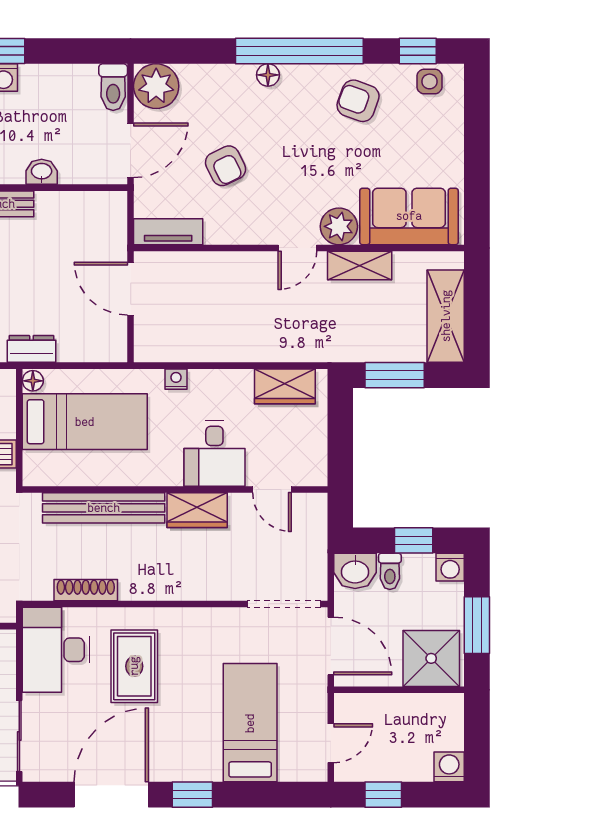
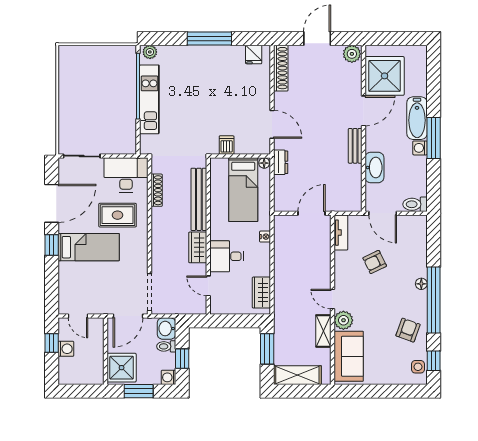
plant: (156, 86) -> (416, 226), removed
washbasin: (42, 172) -> (374, 168), width x1.91, depth x1.45
door: (272, 490) -> (208, 286), hinge flipped
bed: (250, 723) -> (89, 247), moved
washing machine: (449, 767) -> (66, 349), moved
door: (111, 795) -> (52, 203), hinge flipped

